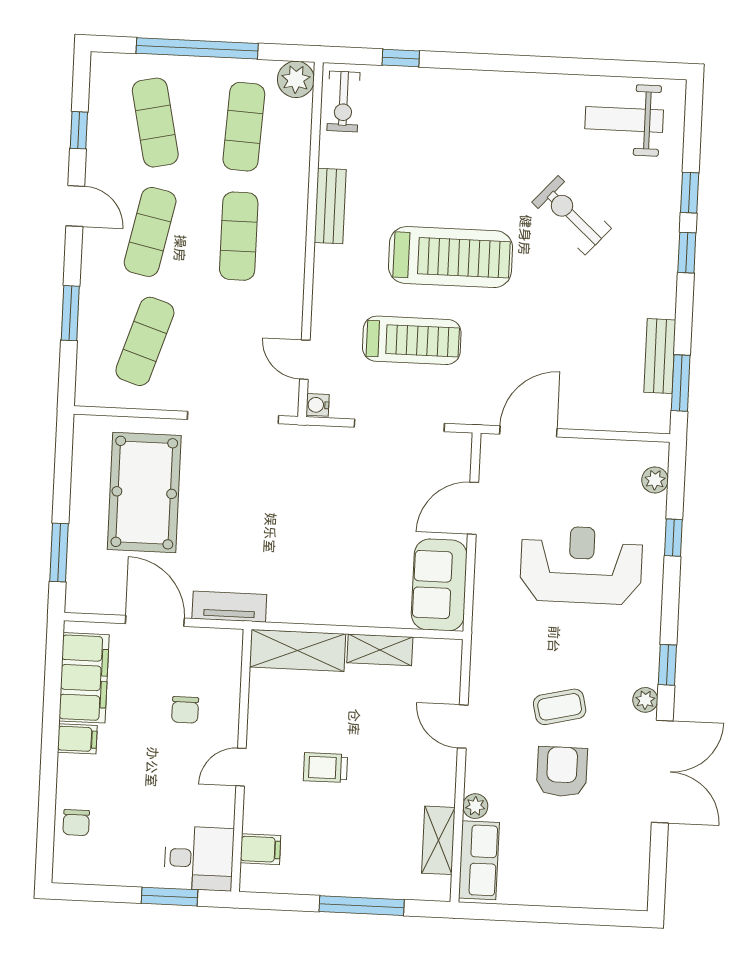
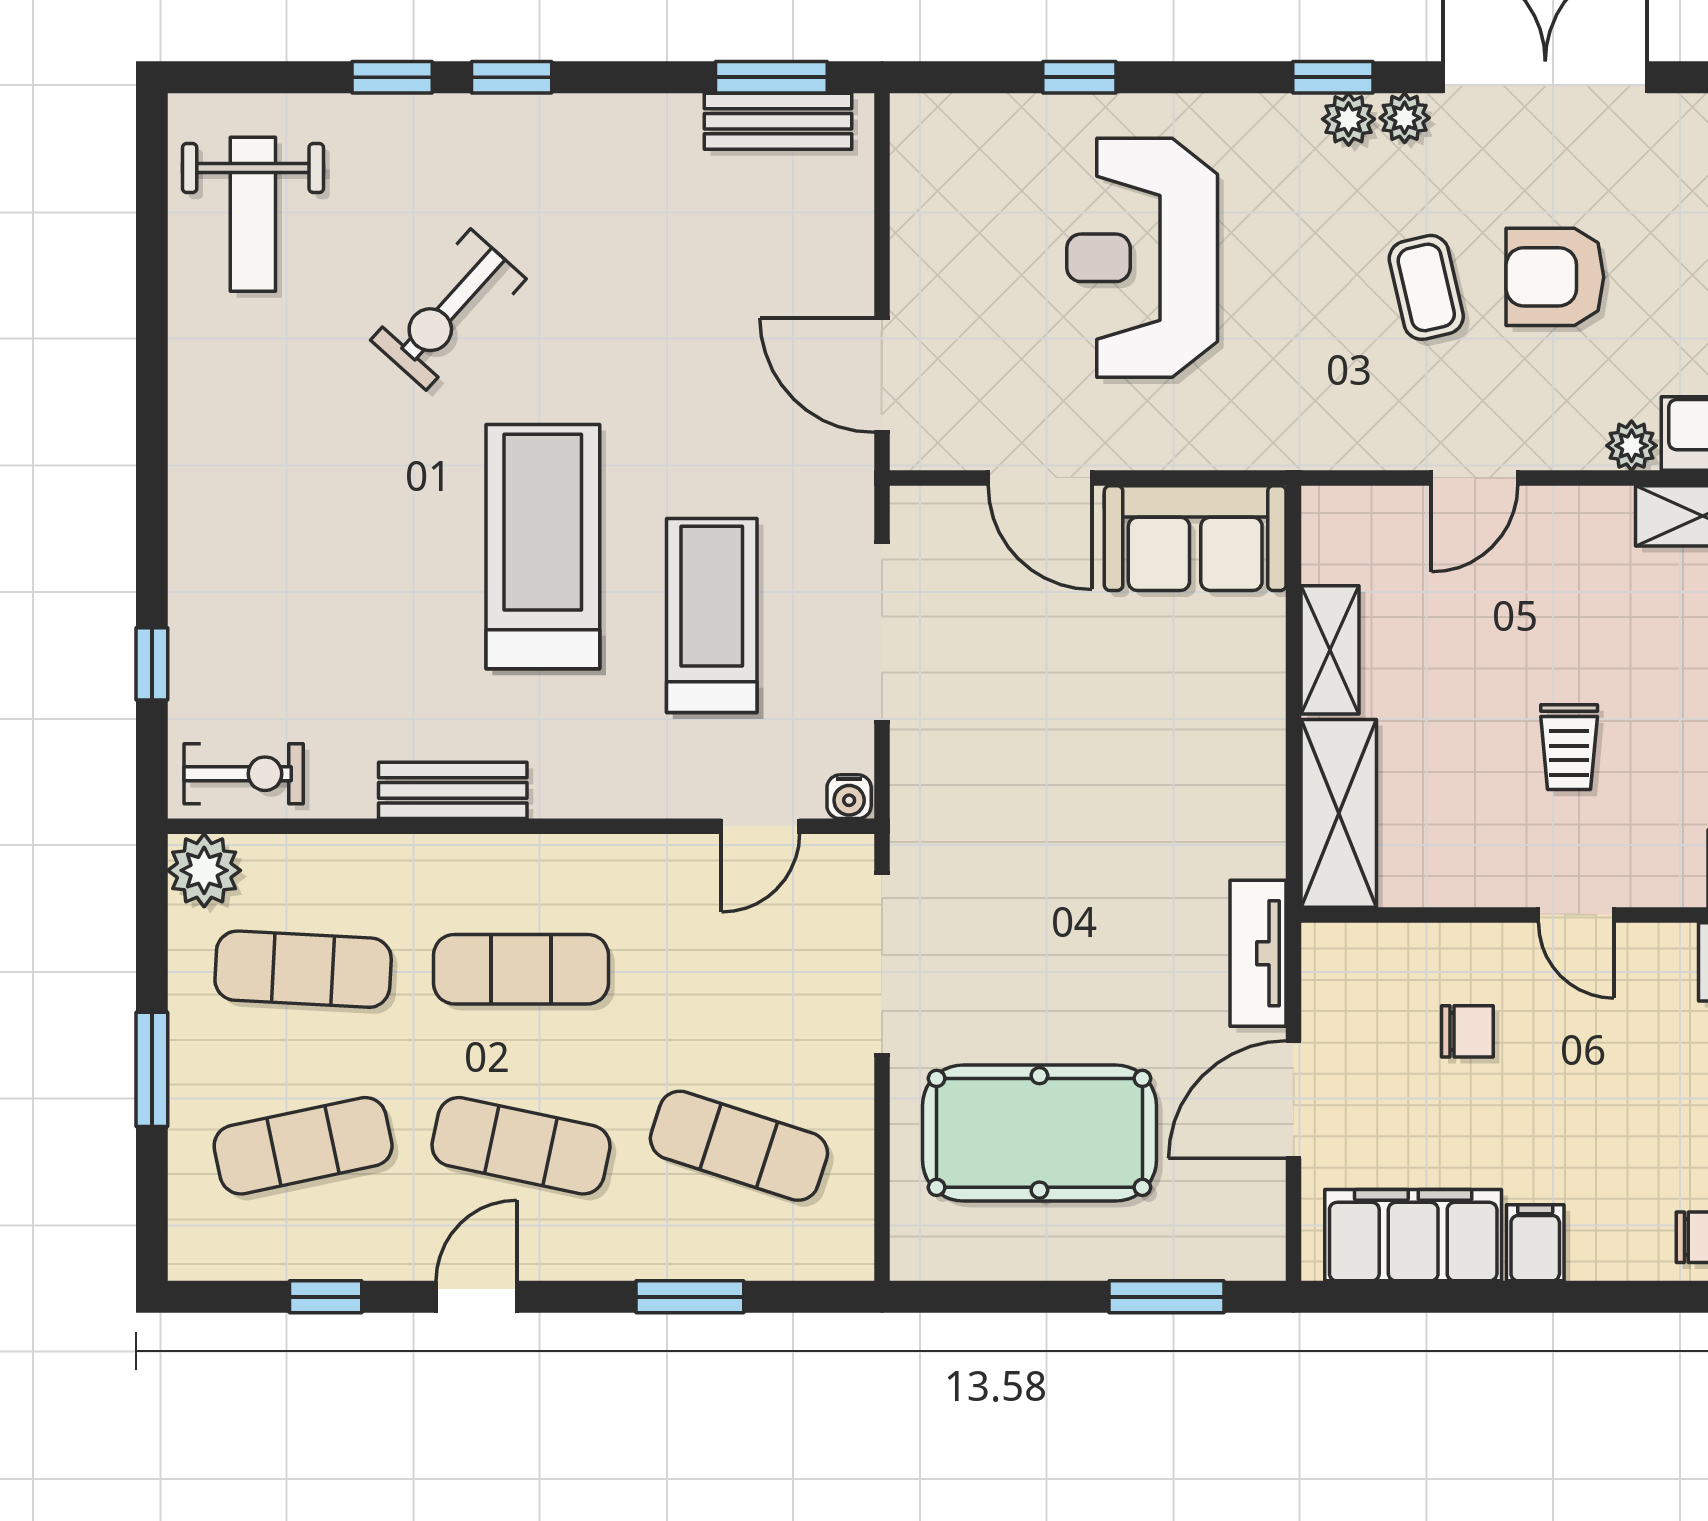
window: (197, 48) -> (152, 1069), width x0.47
bench: (660, 356) -> (778, 121), moved
plant: (655, 480) -> (1349, 119), moved

